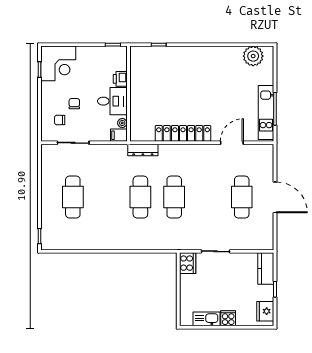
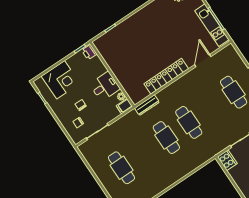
corner desk: (58, 63) -> (61, 80), moved
printer: (120, 79) -> (89, 52), moved

